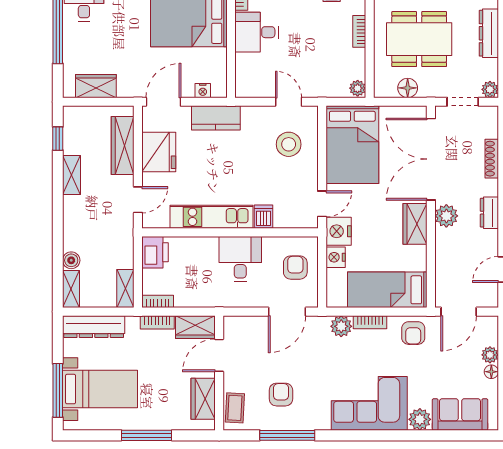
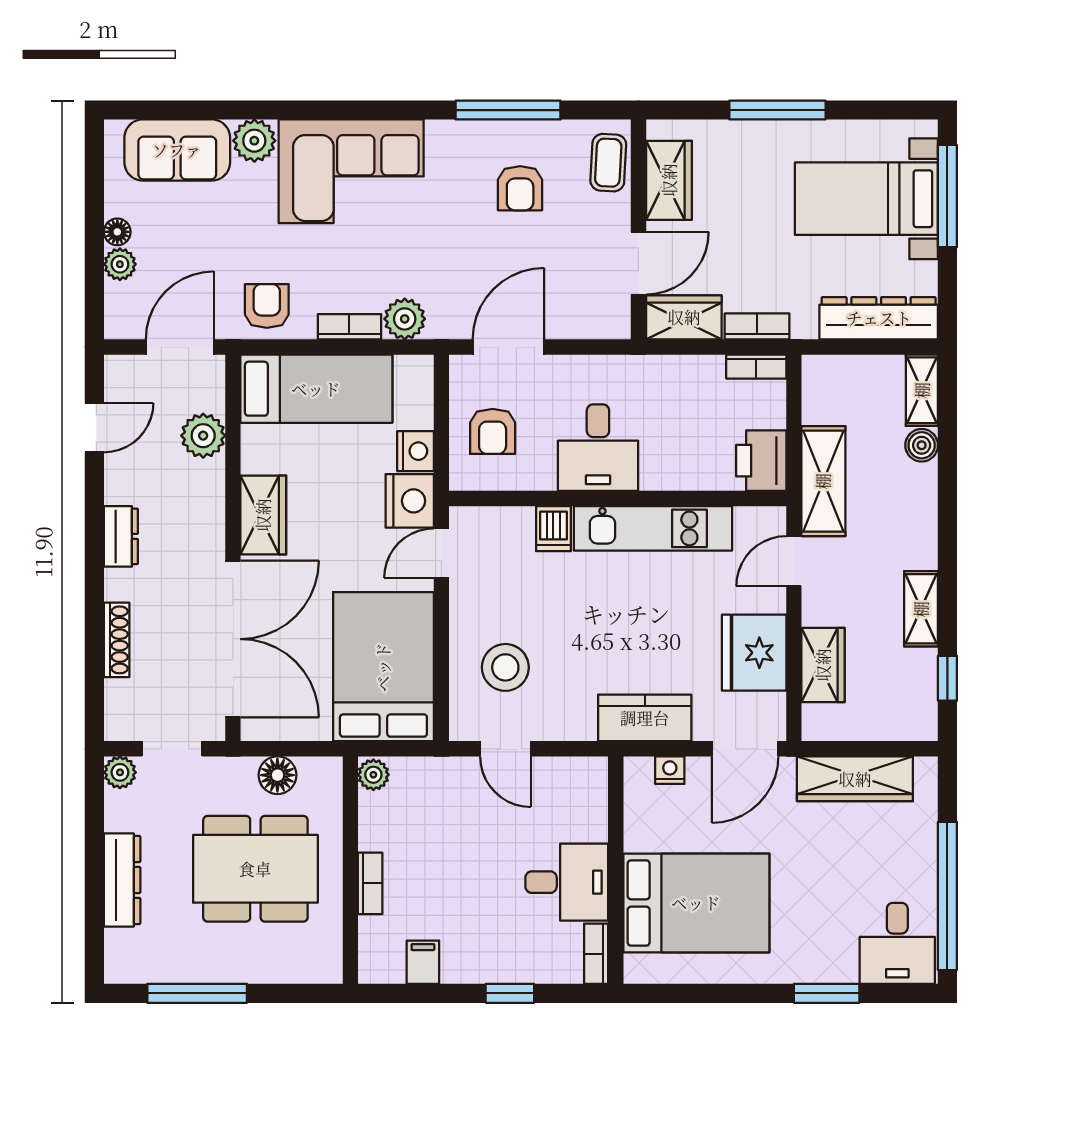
wardrobe: (96, 86) -> (855, 779), width x1.50
wardrobe: (123, 146) -> (823, 665), width x0.67
plant: (446, 216) -> (203, 436), moved
shelving: (125, 289) -> (823, 481), moved, width x1.50, depth x1.33

